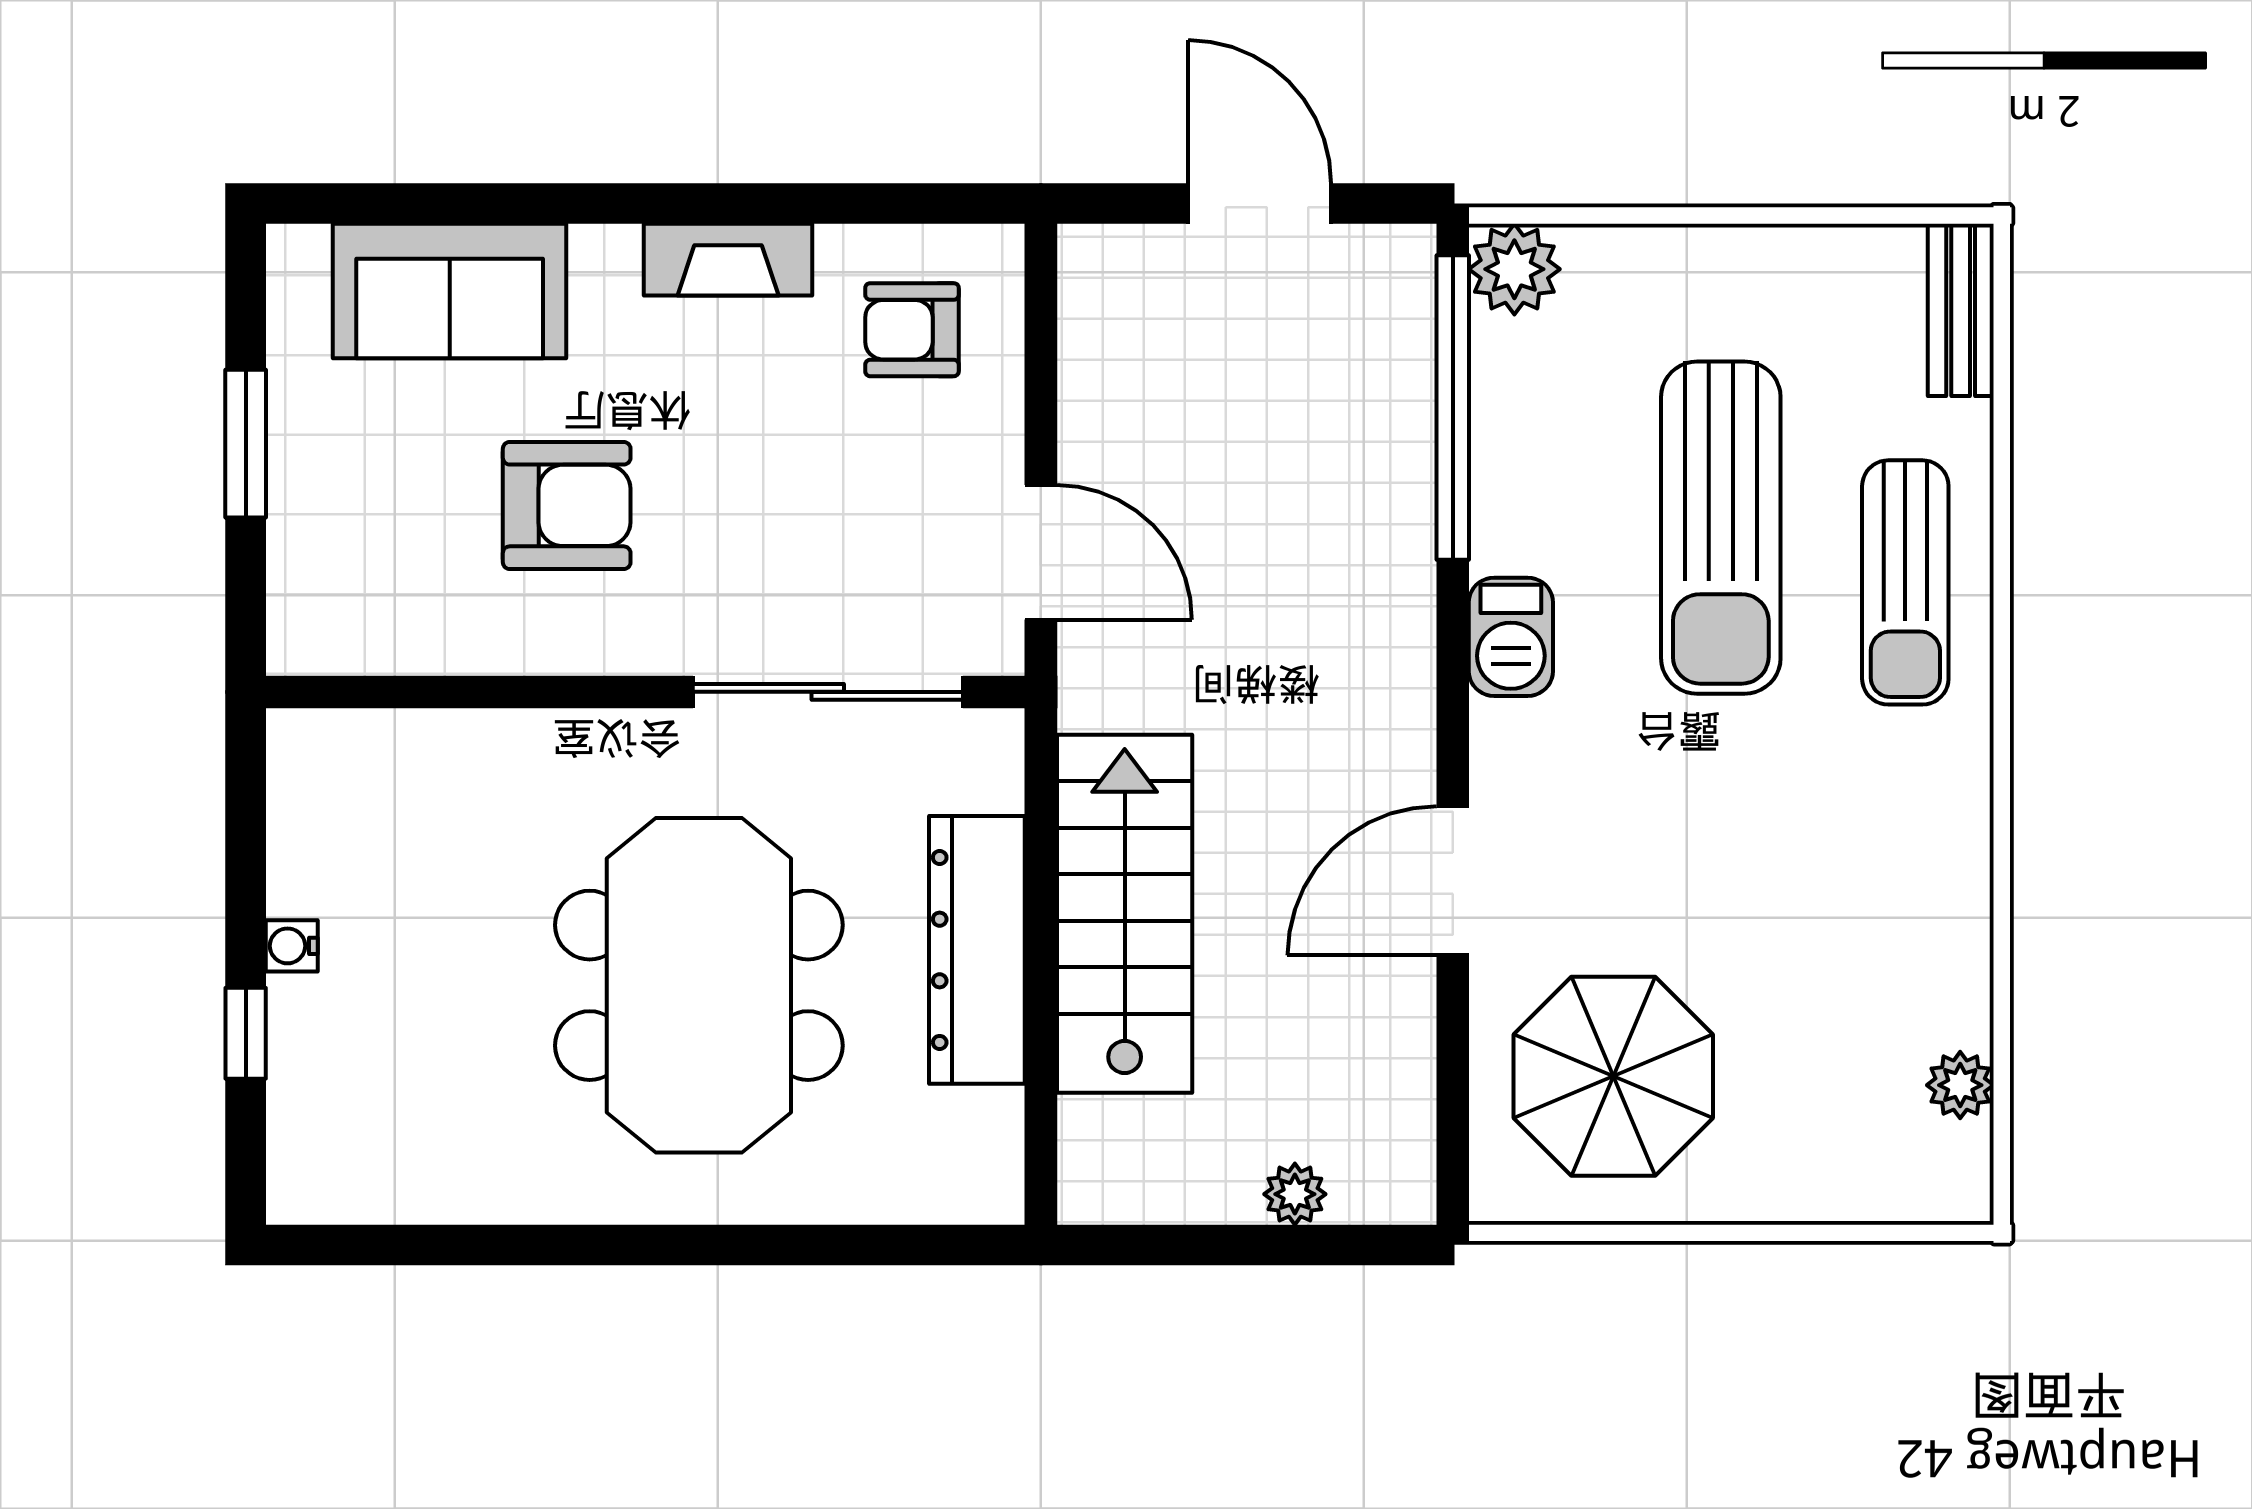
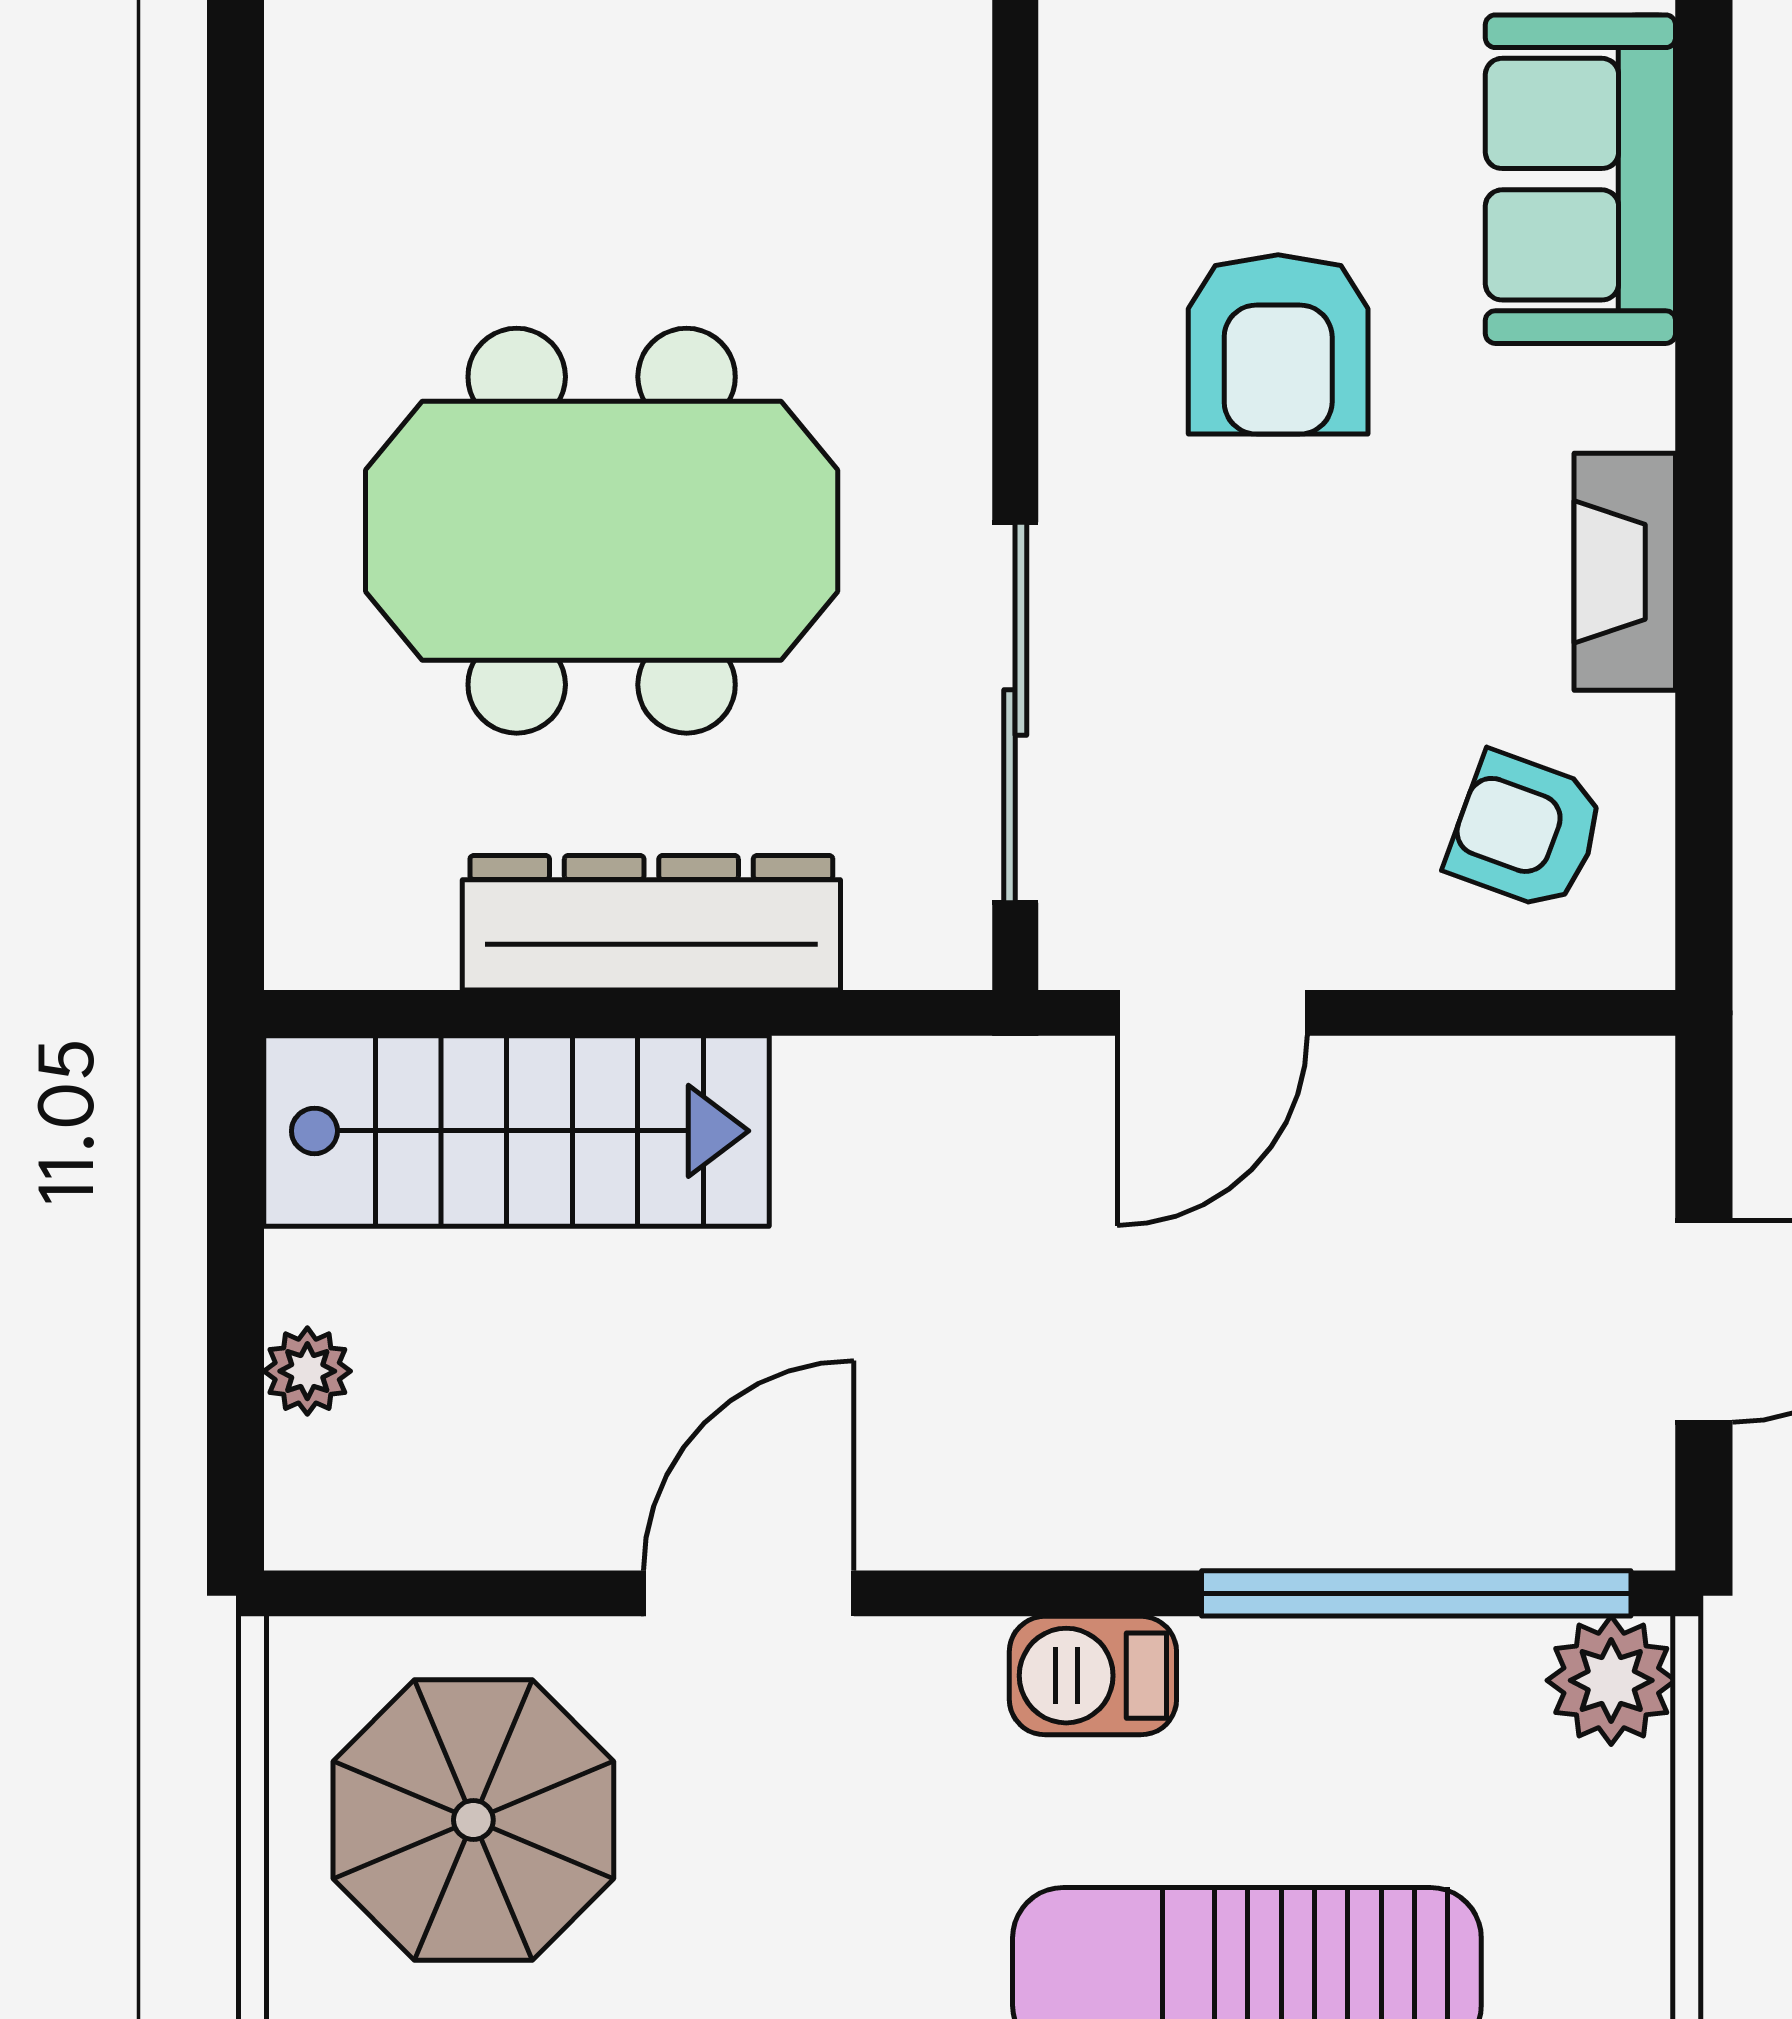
armchair: (912, 330) -> (1526, 831), turned -70
door: (1453, 881) -> (749, 1593), hinge flipped
stairs: (1125, 914) -> (517, 1131), moved

